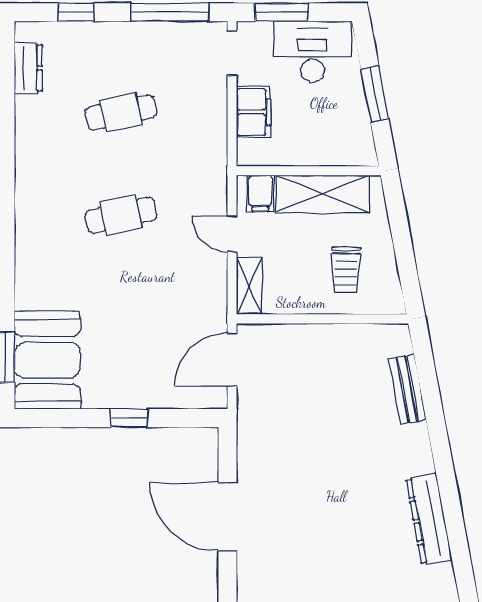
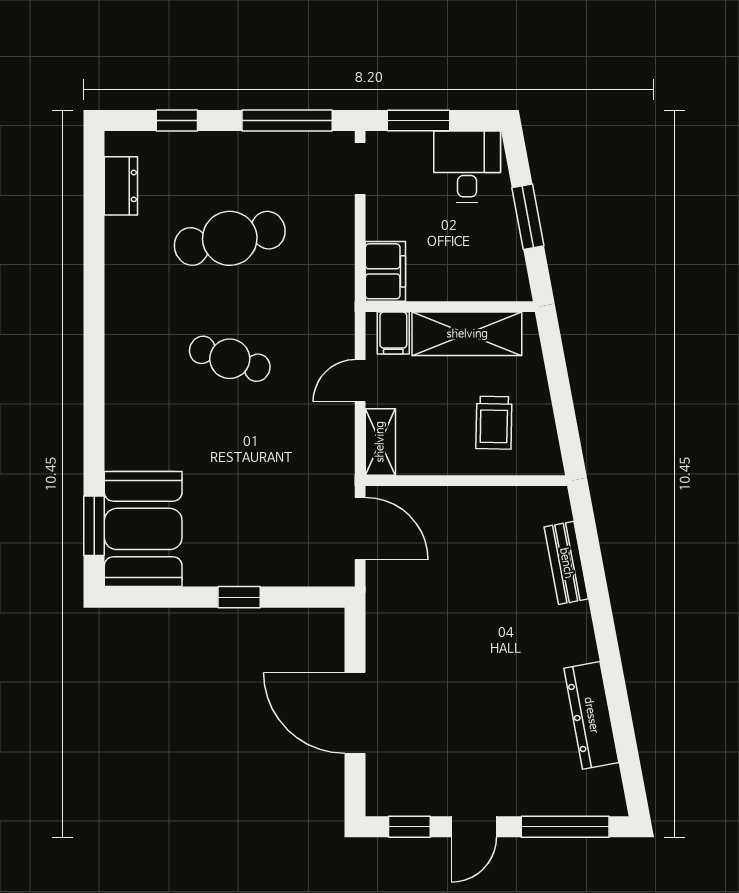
desk: (312, 52) -> (467, 167), width x0.73
filing cabinet: (254, 112) -> (385, 271), moved
cafe table: (121, 113) -> (230, 238), width x1.37, depth x1.35
cafe table: (121, 215) -> (230, 359), turned 30
door: (232, 234) -> (360, 381), hinge flipped
door: (232, 360) -> (360, 529), swing flipped

